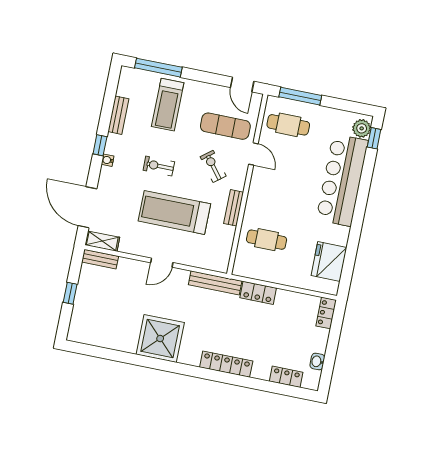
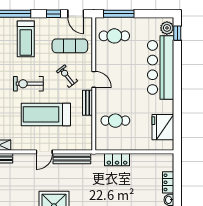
window: (212, 78) -> (53, 14), added
door: (253, 154) -> (94, 79), moved
exercise bike: (159, 166) -> (28, 84), width x1.38, depth x1.39
bench: (215, 283) -> (72, 159), moved
locker: (326, 313) -> (168, 182), moved

